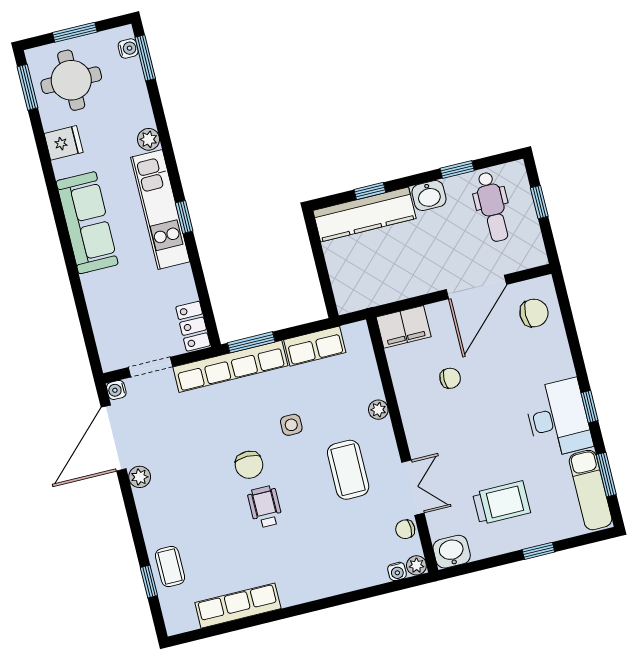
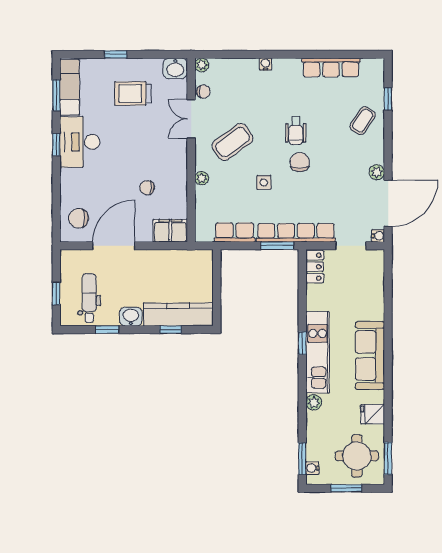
coffee table: (348, 470) -> (233, 142), turned 54
coffee table: (170, 567) -> (363, 121), moved, turned 34
water cooler: (397, 571) -> (265, 64), moved

